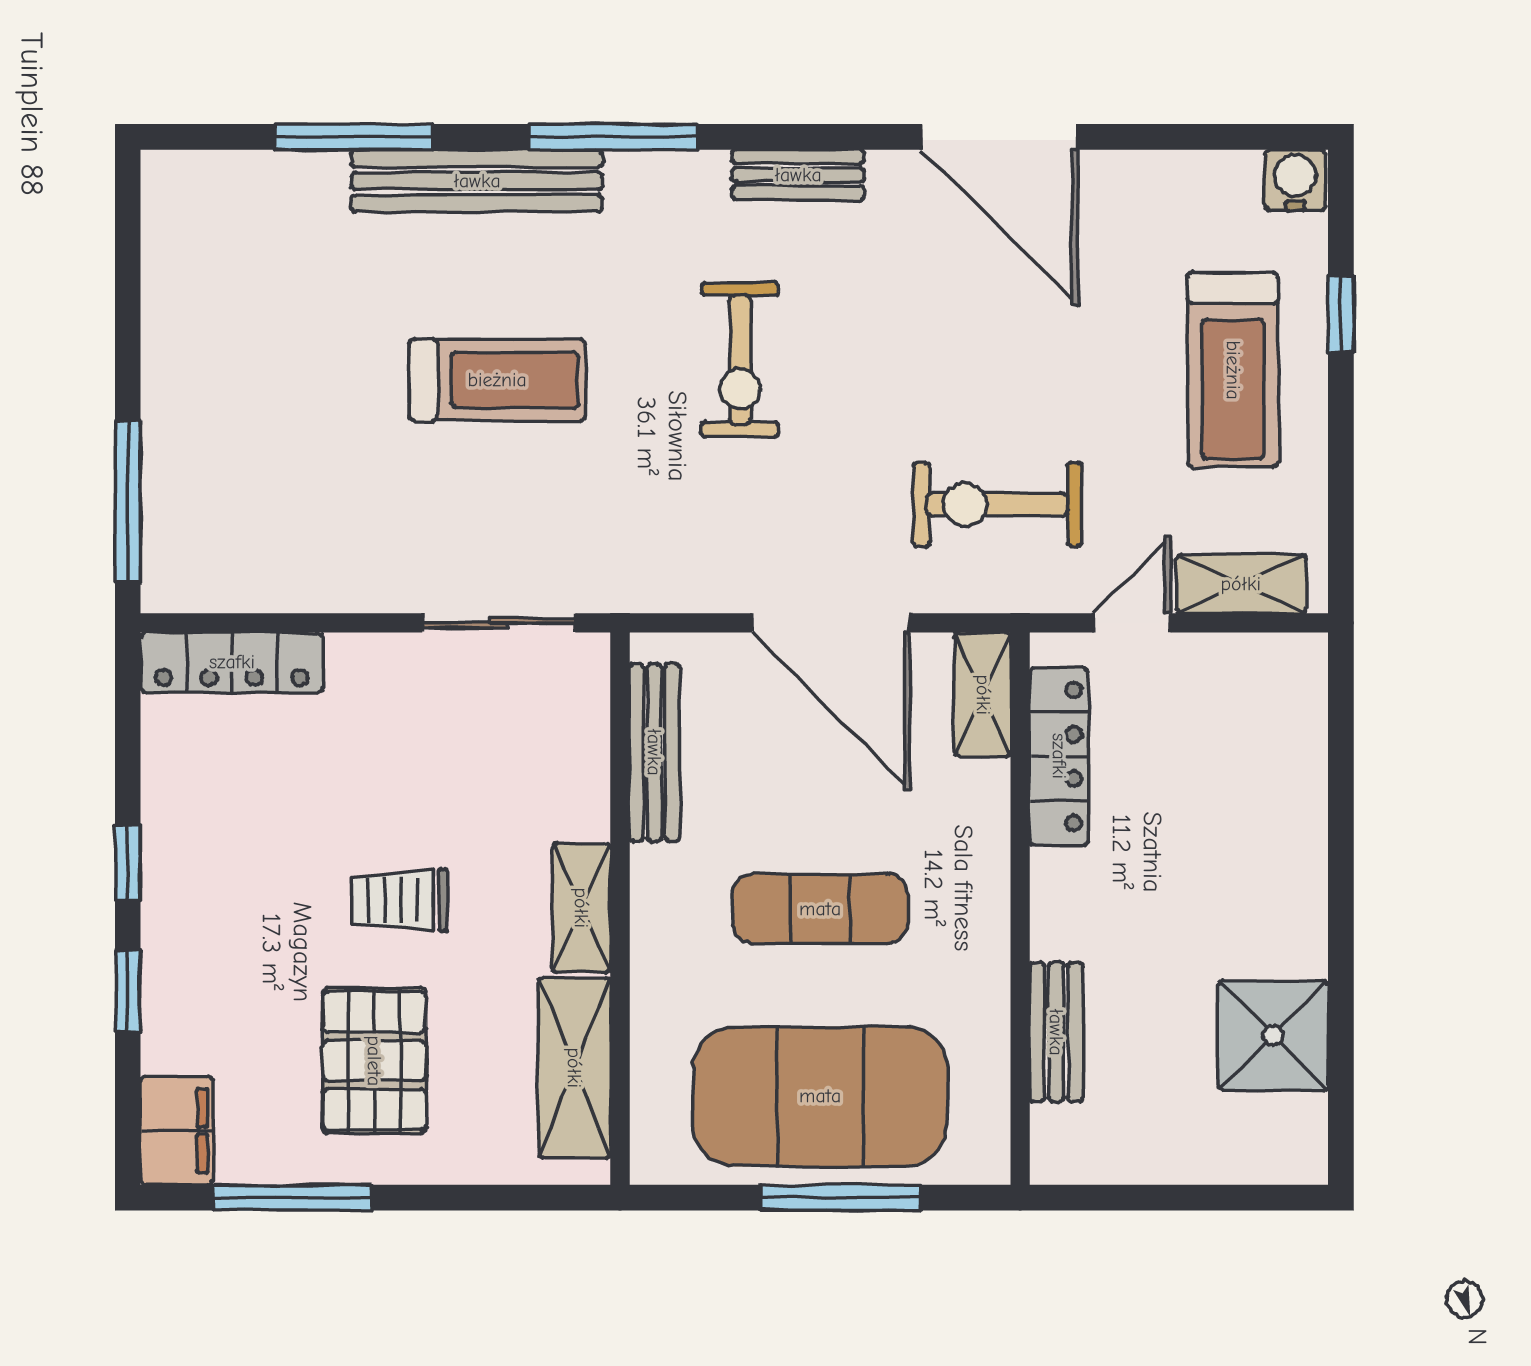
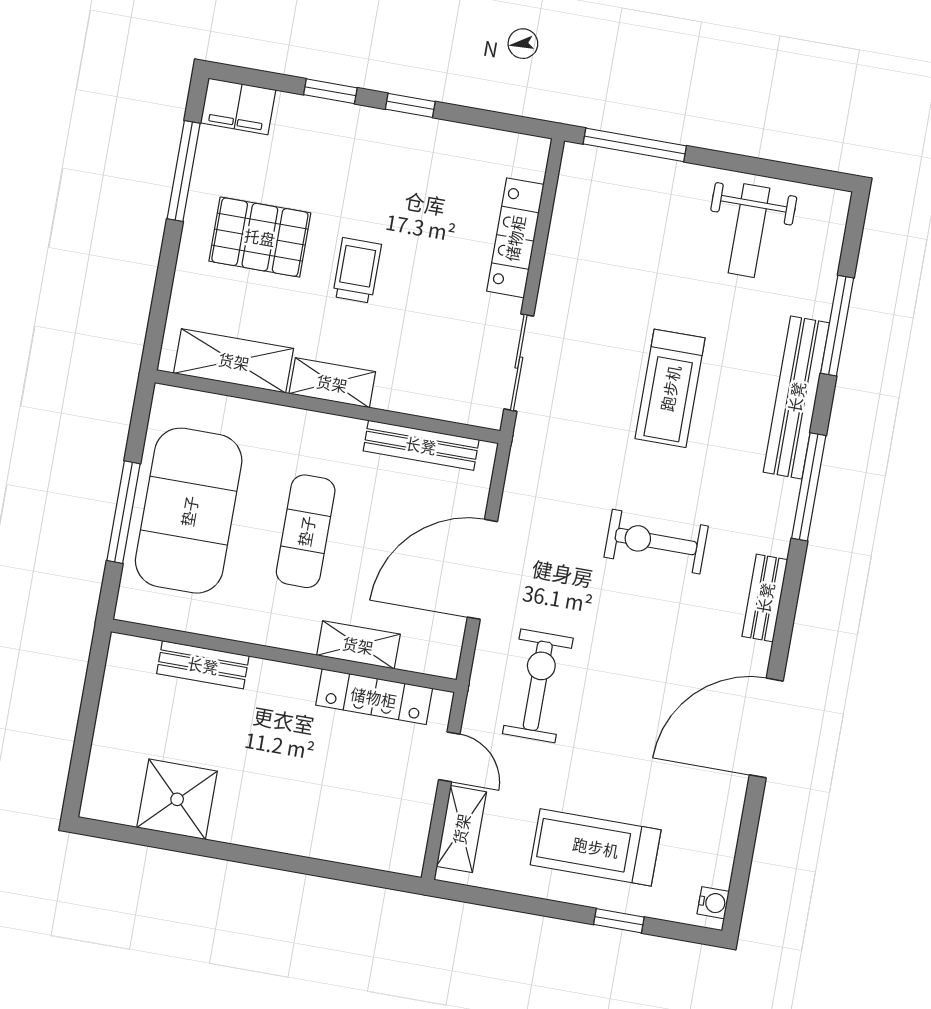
water cooler: (1295, 180) -> (713, 903), width x0.72, depth x0.72
weight bench: (230, 300) -> (749, 231), added
locker: (232, 662) -> (515, 238), moved
shelving: (983, 695) -> (358, 645), moved

